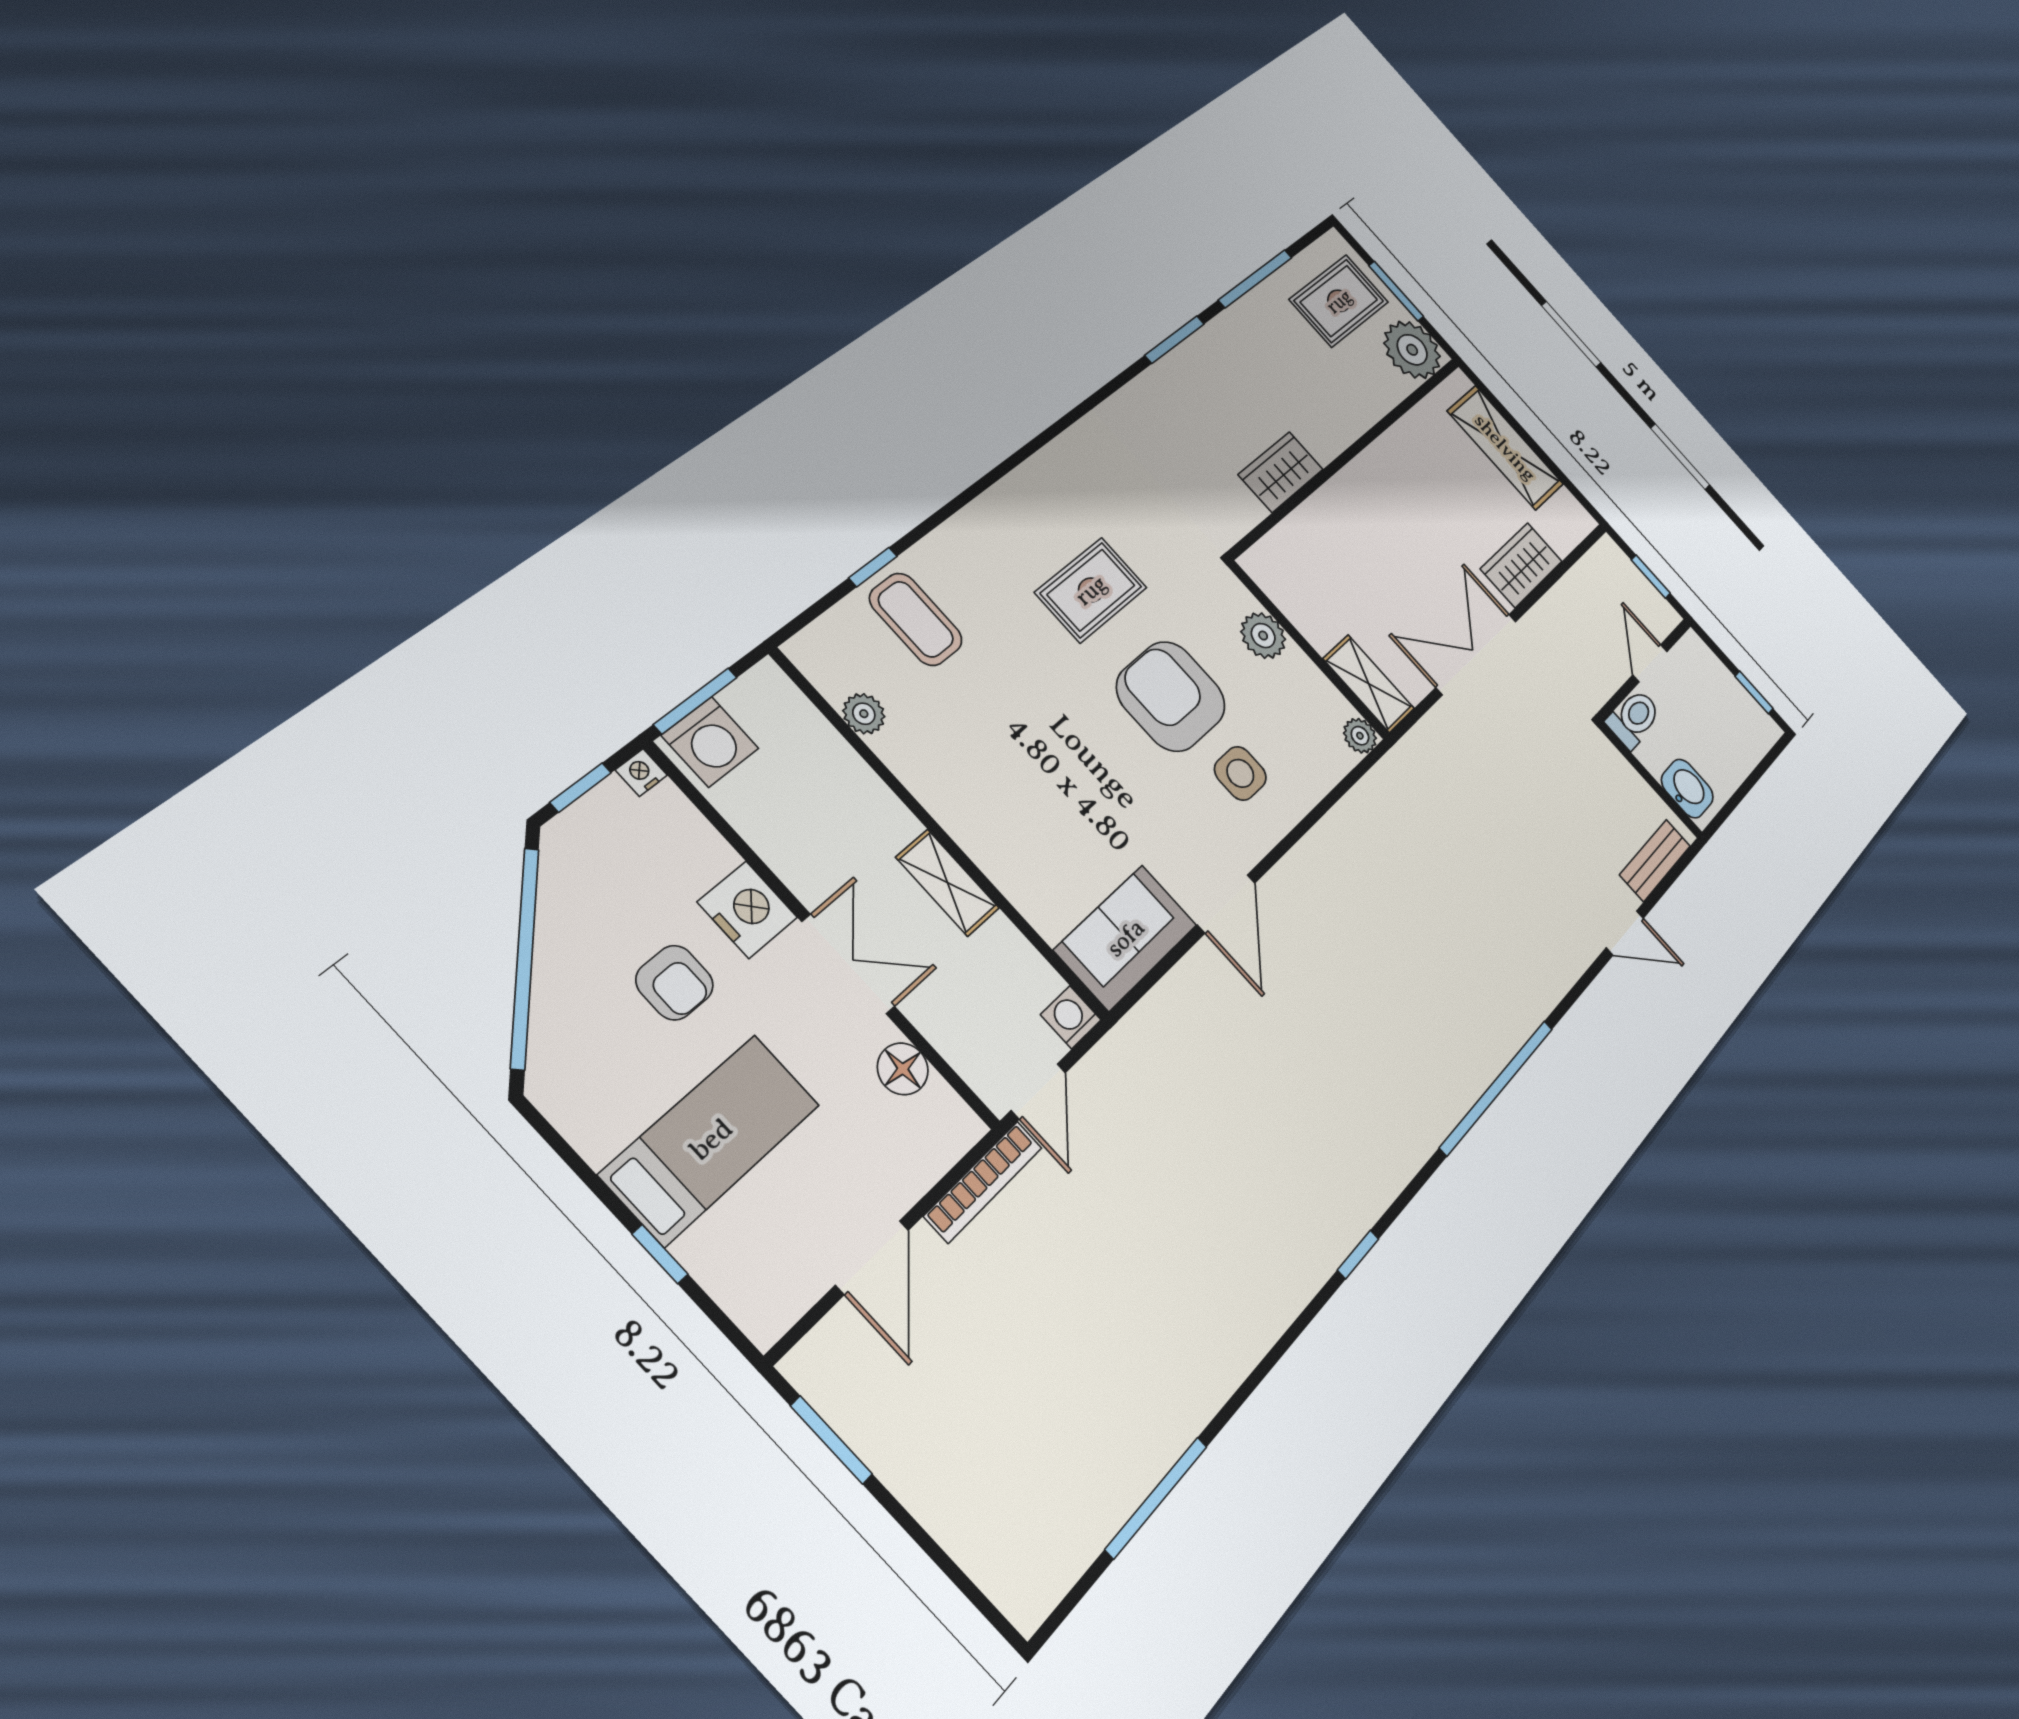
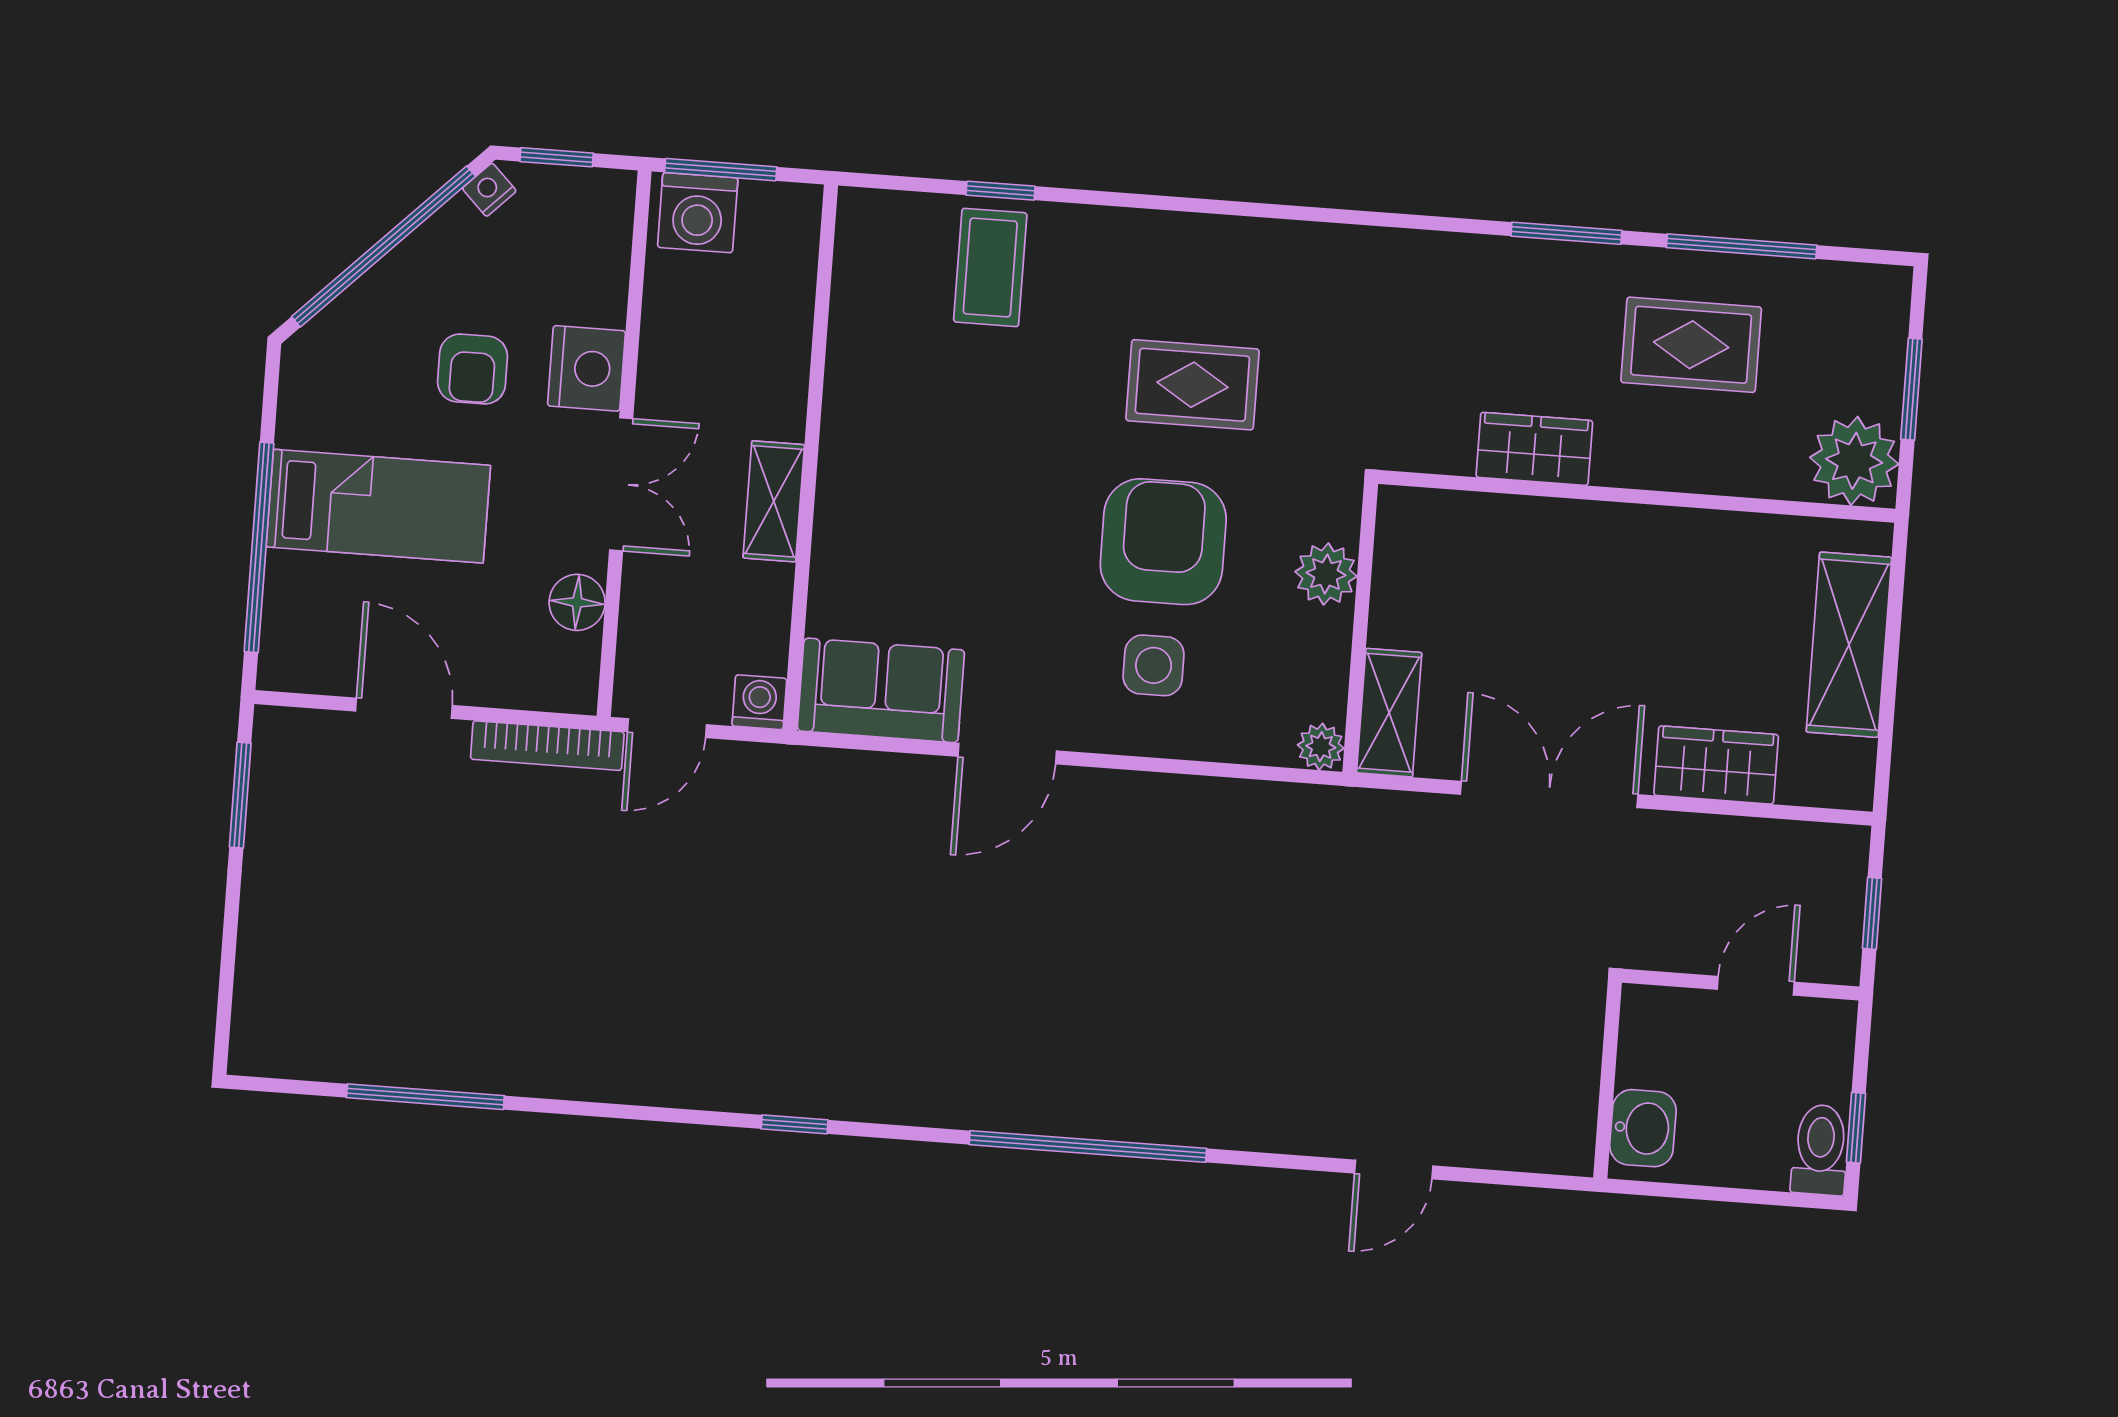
rug: (1339, 301) -> (1691, 345), moved
plant: (864, 714) -> (854, 304), removed
toilet: (1634, 718) -> (1820, 1150), moved, turned -90
nightstand: (641, 773) -> (489, 190), moved, turned -45
bench: (1655, 860) -> (1515, 1148), removed
door: (1625, 933) -> (1394, 1169), hinge flipped
window: (660, 1254) -> (259, 547), width x3.17
door: (872, 1257) -> (404, 708), swing flipped

